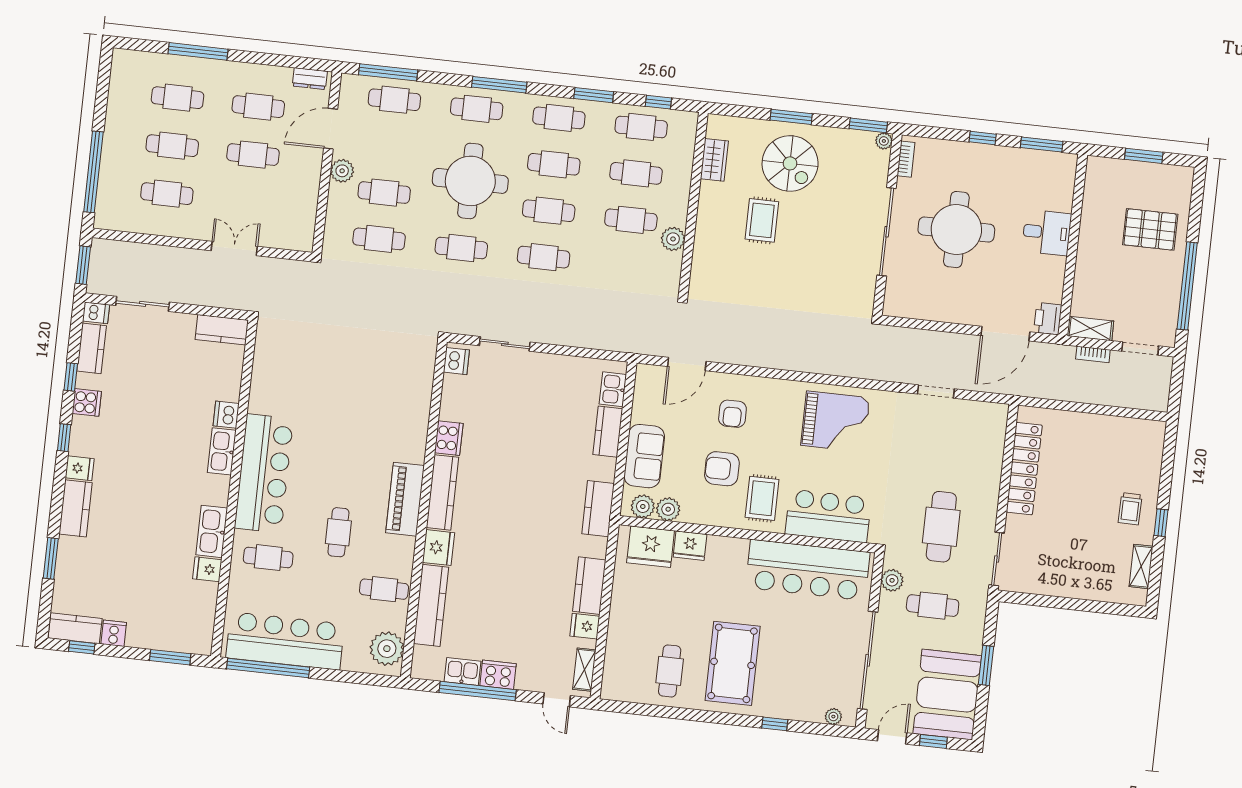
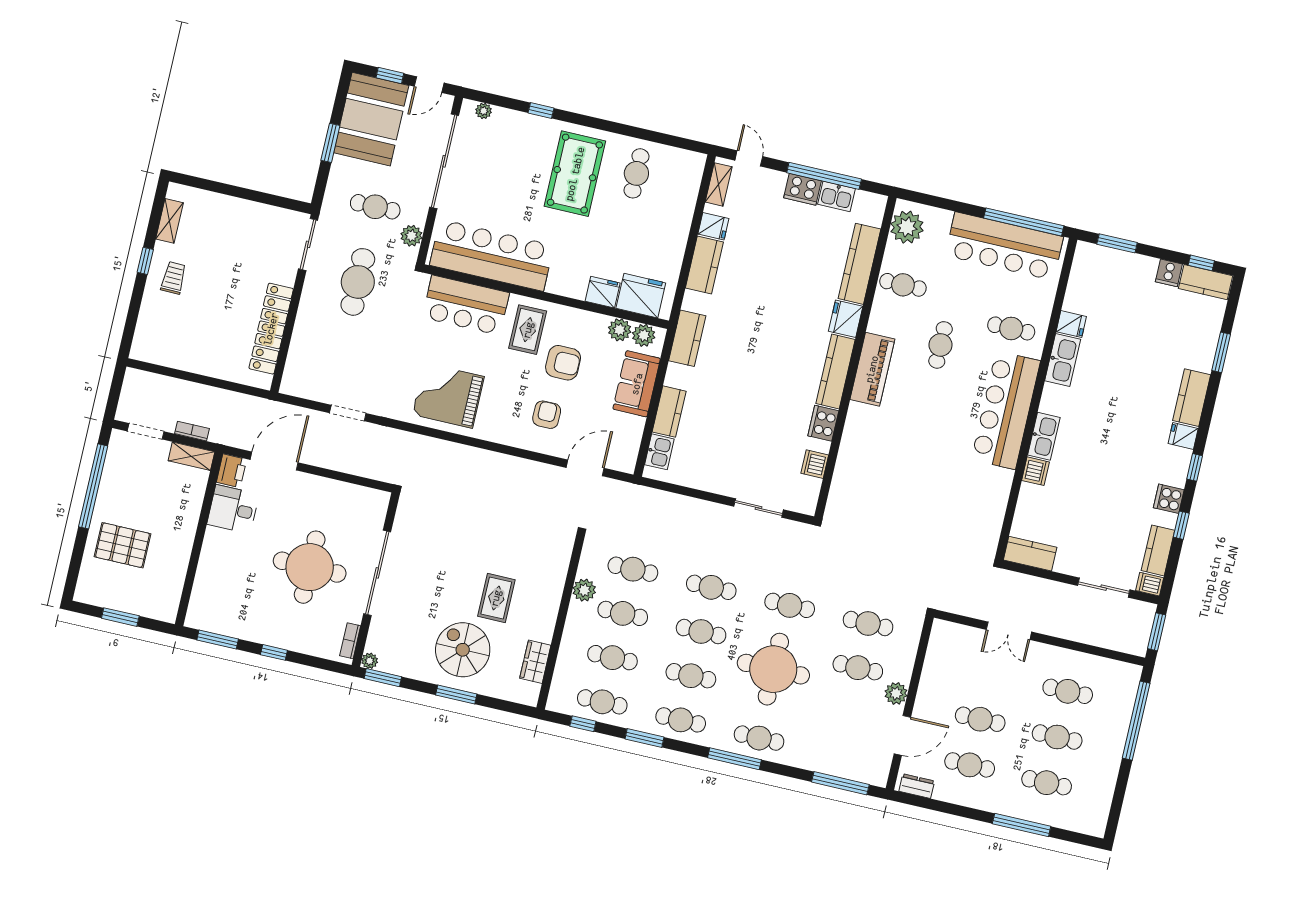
cafe table: (394, 100) -> (633, 569), moved
desk: (1047, 233) -> (233, 509), moved
dishwasher: (456, 361) -> (815, 464), moved

